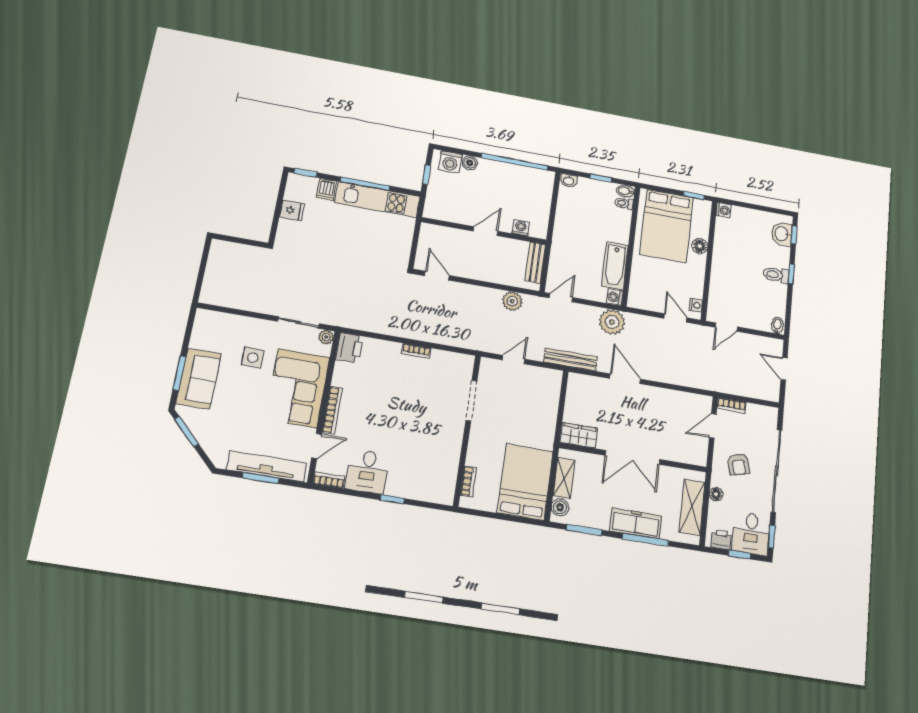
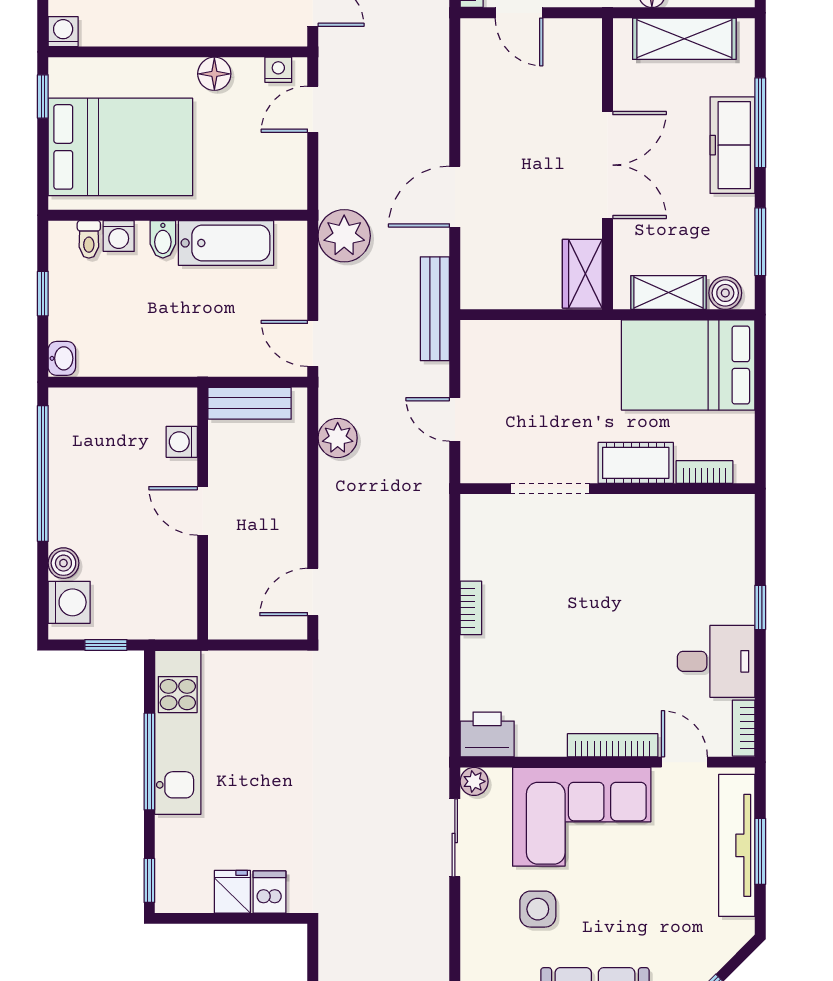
dishwasher: (327, 189) -> (269, 892), moved, turned -90
bidet: (626, 191) -> (163, 239), moved
floor lamp: (700, 246) -> (214, 74), moved
washing machine: (615, 297) -> (119, 236), moved
cot: (478, 447) -> (636, 463), added

